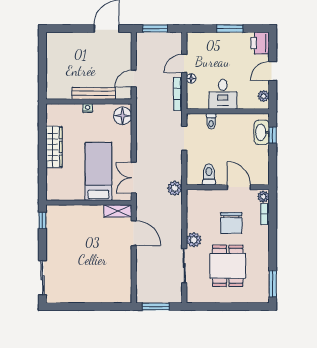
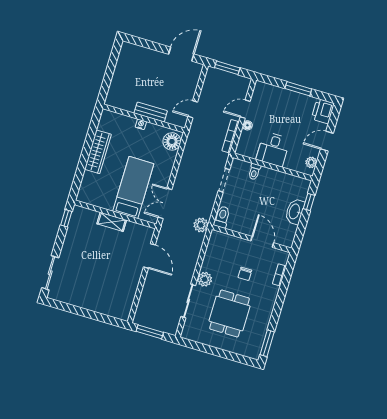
bench: (94, 93) -> (151, 112), width x0.73
washbasin: (262, 132) -> (295, 212), moved
toilet: (209, 174) -> (222, 217), moved
plant: (263, 197) -> (283, 258), removed
shelving: (118, 211) -> (112, 222), moved
chair: (231, 223) -> (245, 274), width x0.54, depth x0.54

